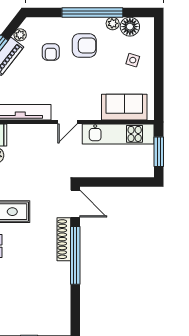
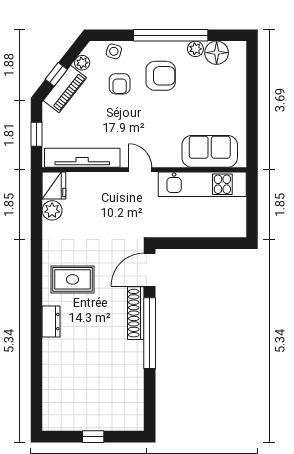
side table: (133, 60) -> (114, 51), moved
door: (67, 122) -> (140, 170), swing flipped
window: (159, 152) -> (252, 206), removed
door: (75, 204) -> (150, 270), swing flipped

